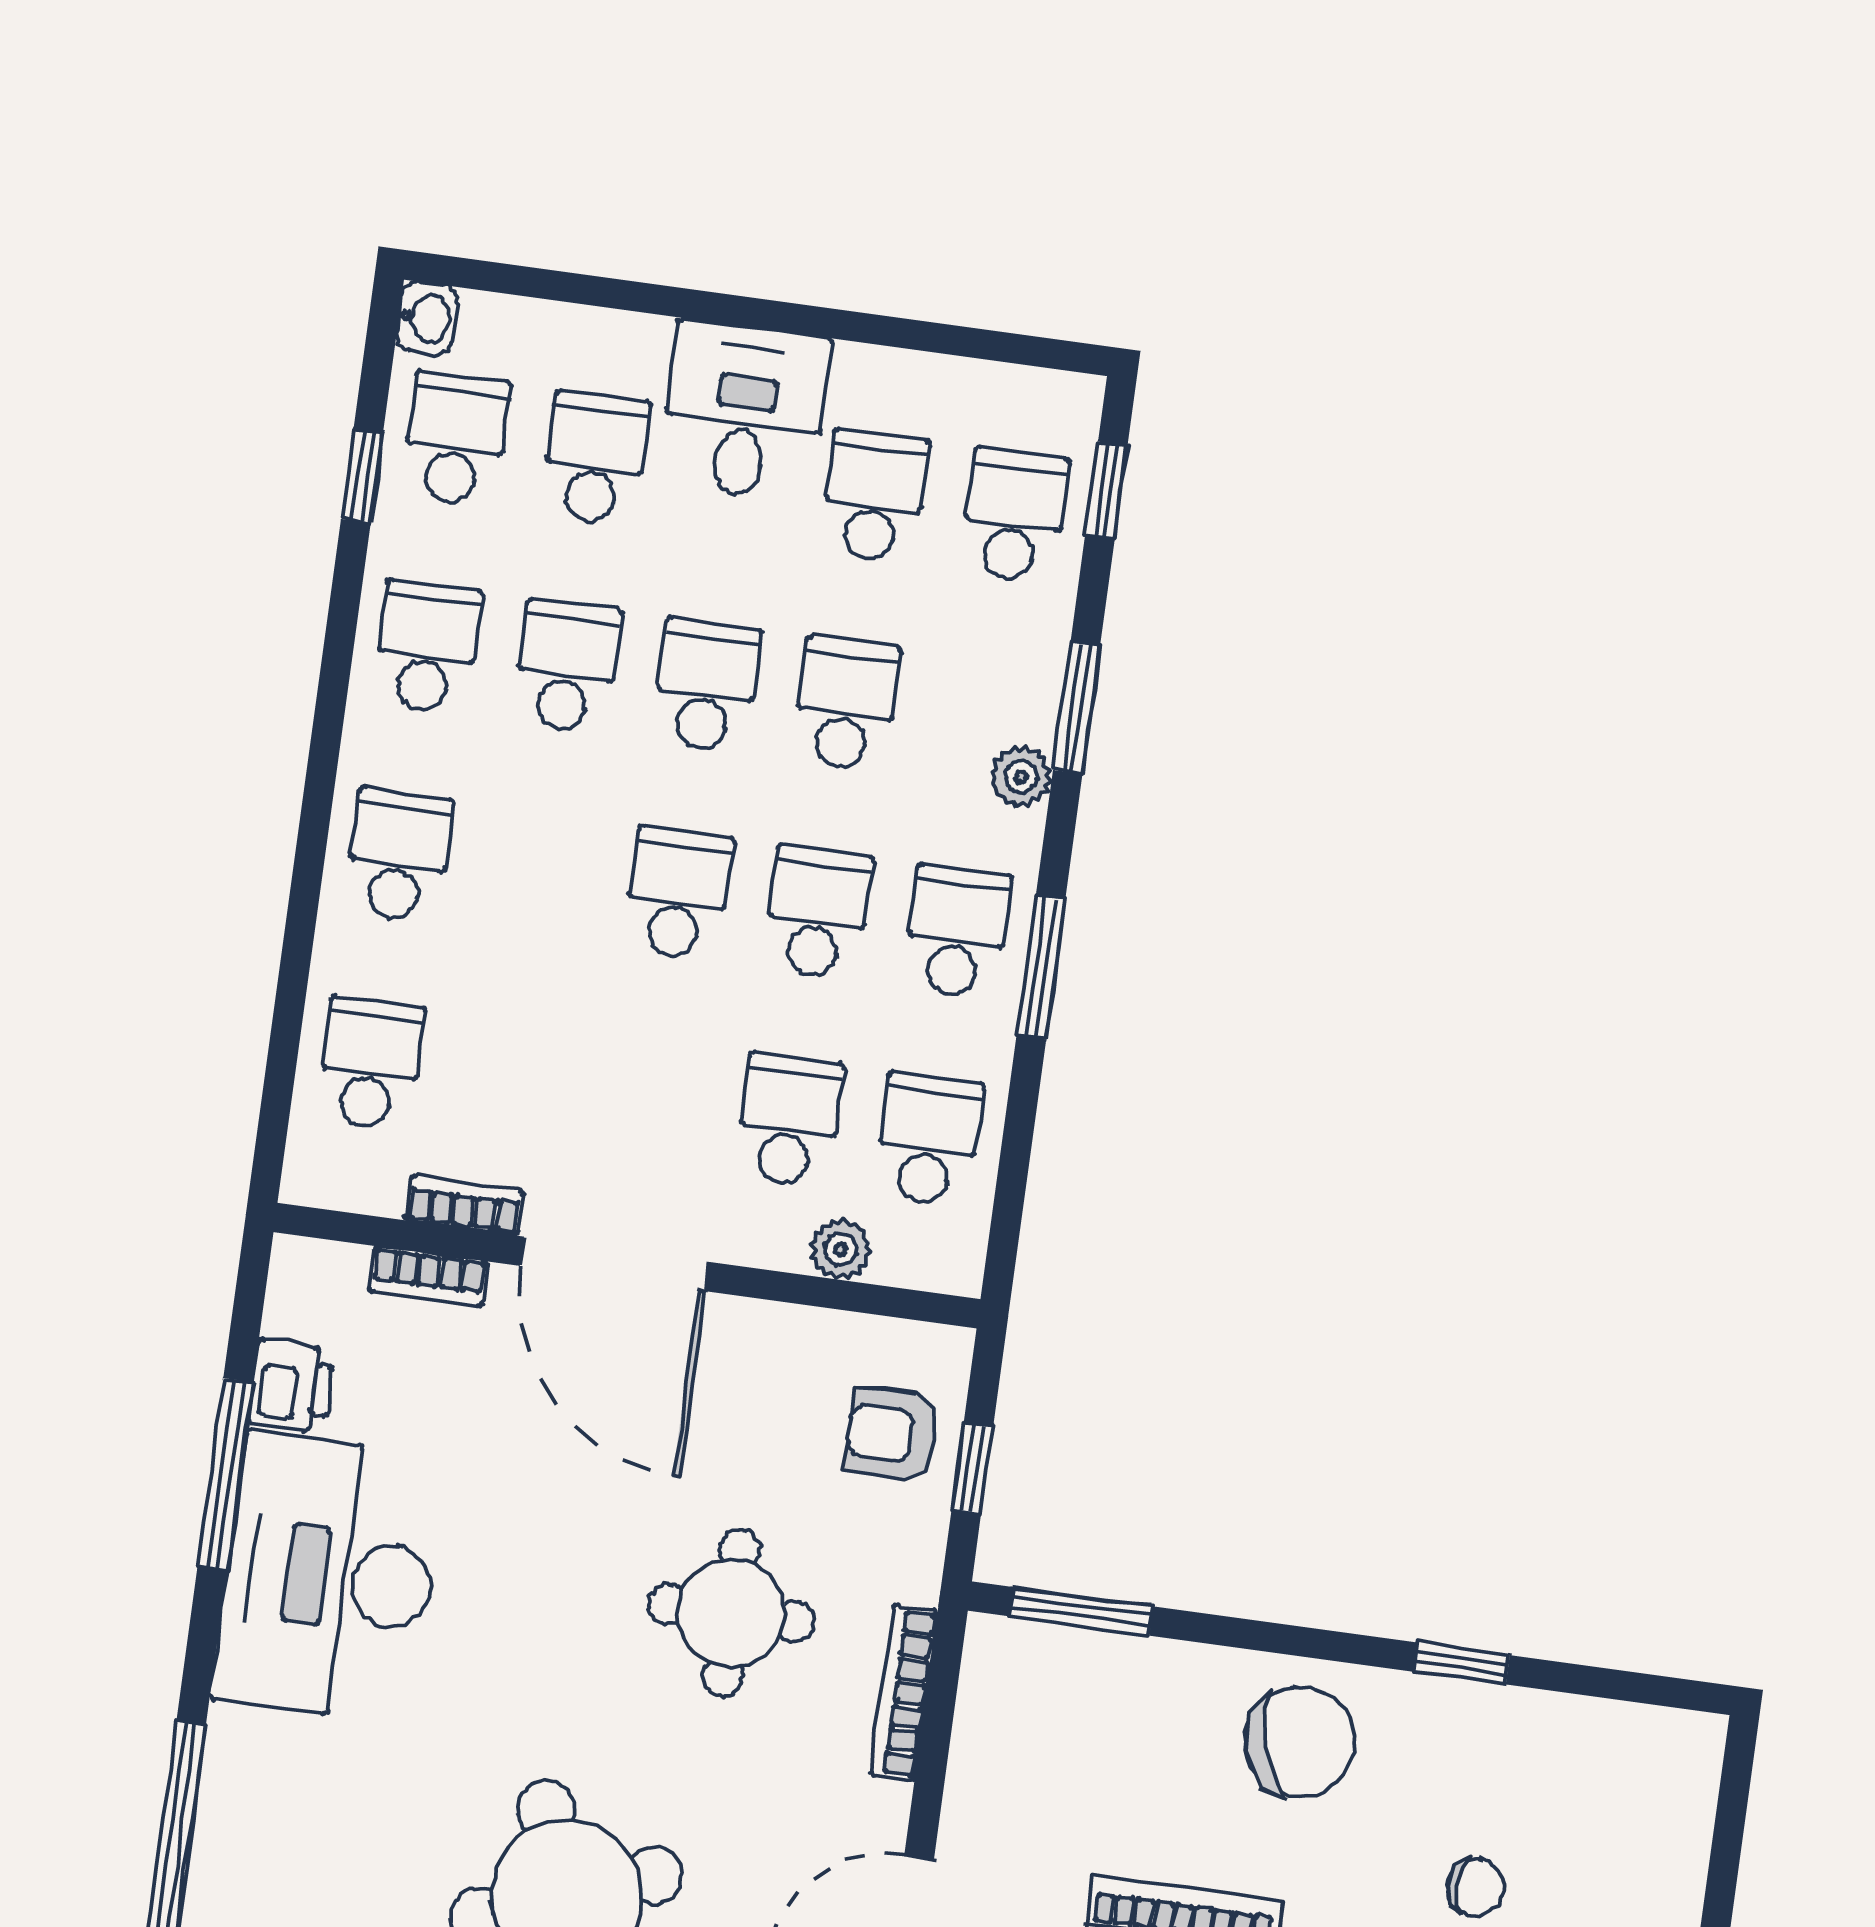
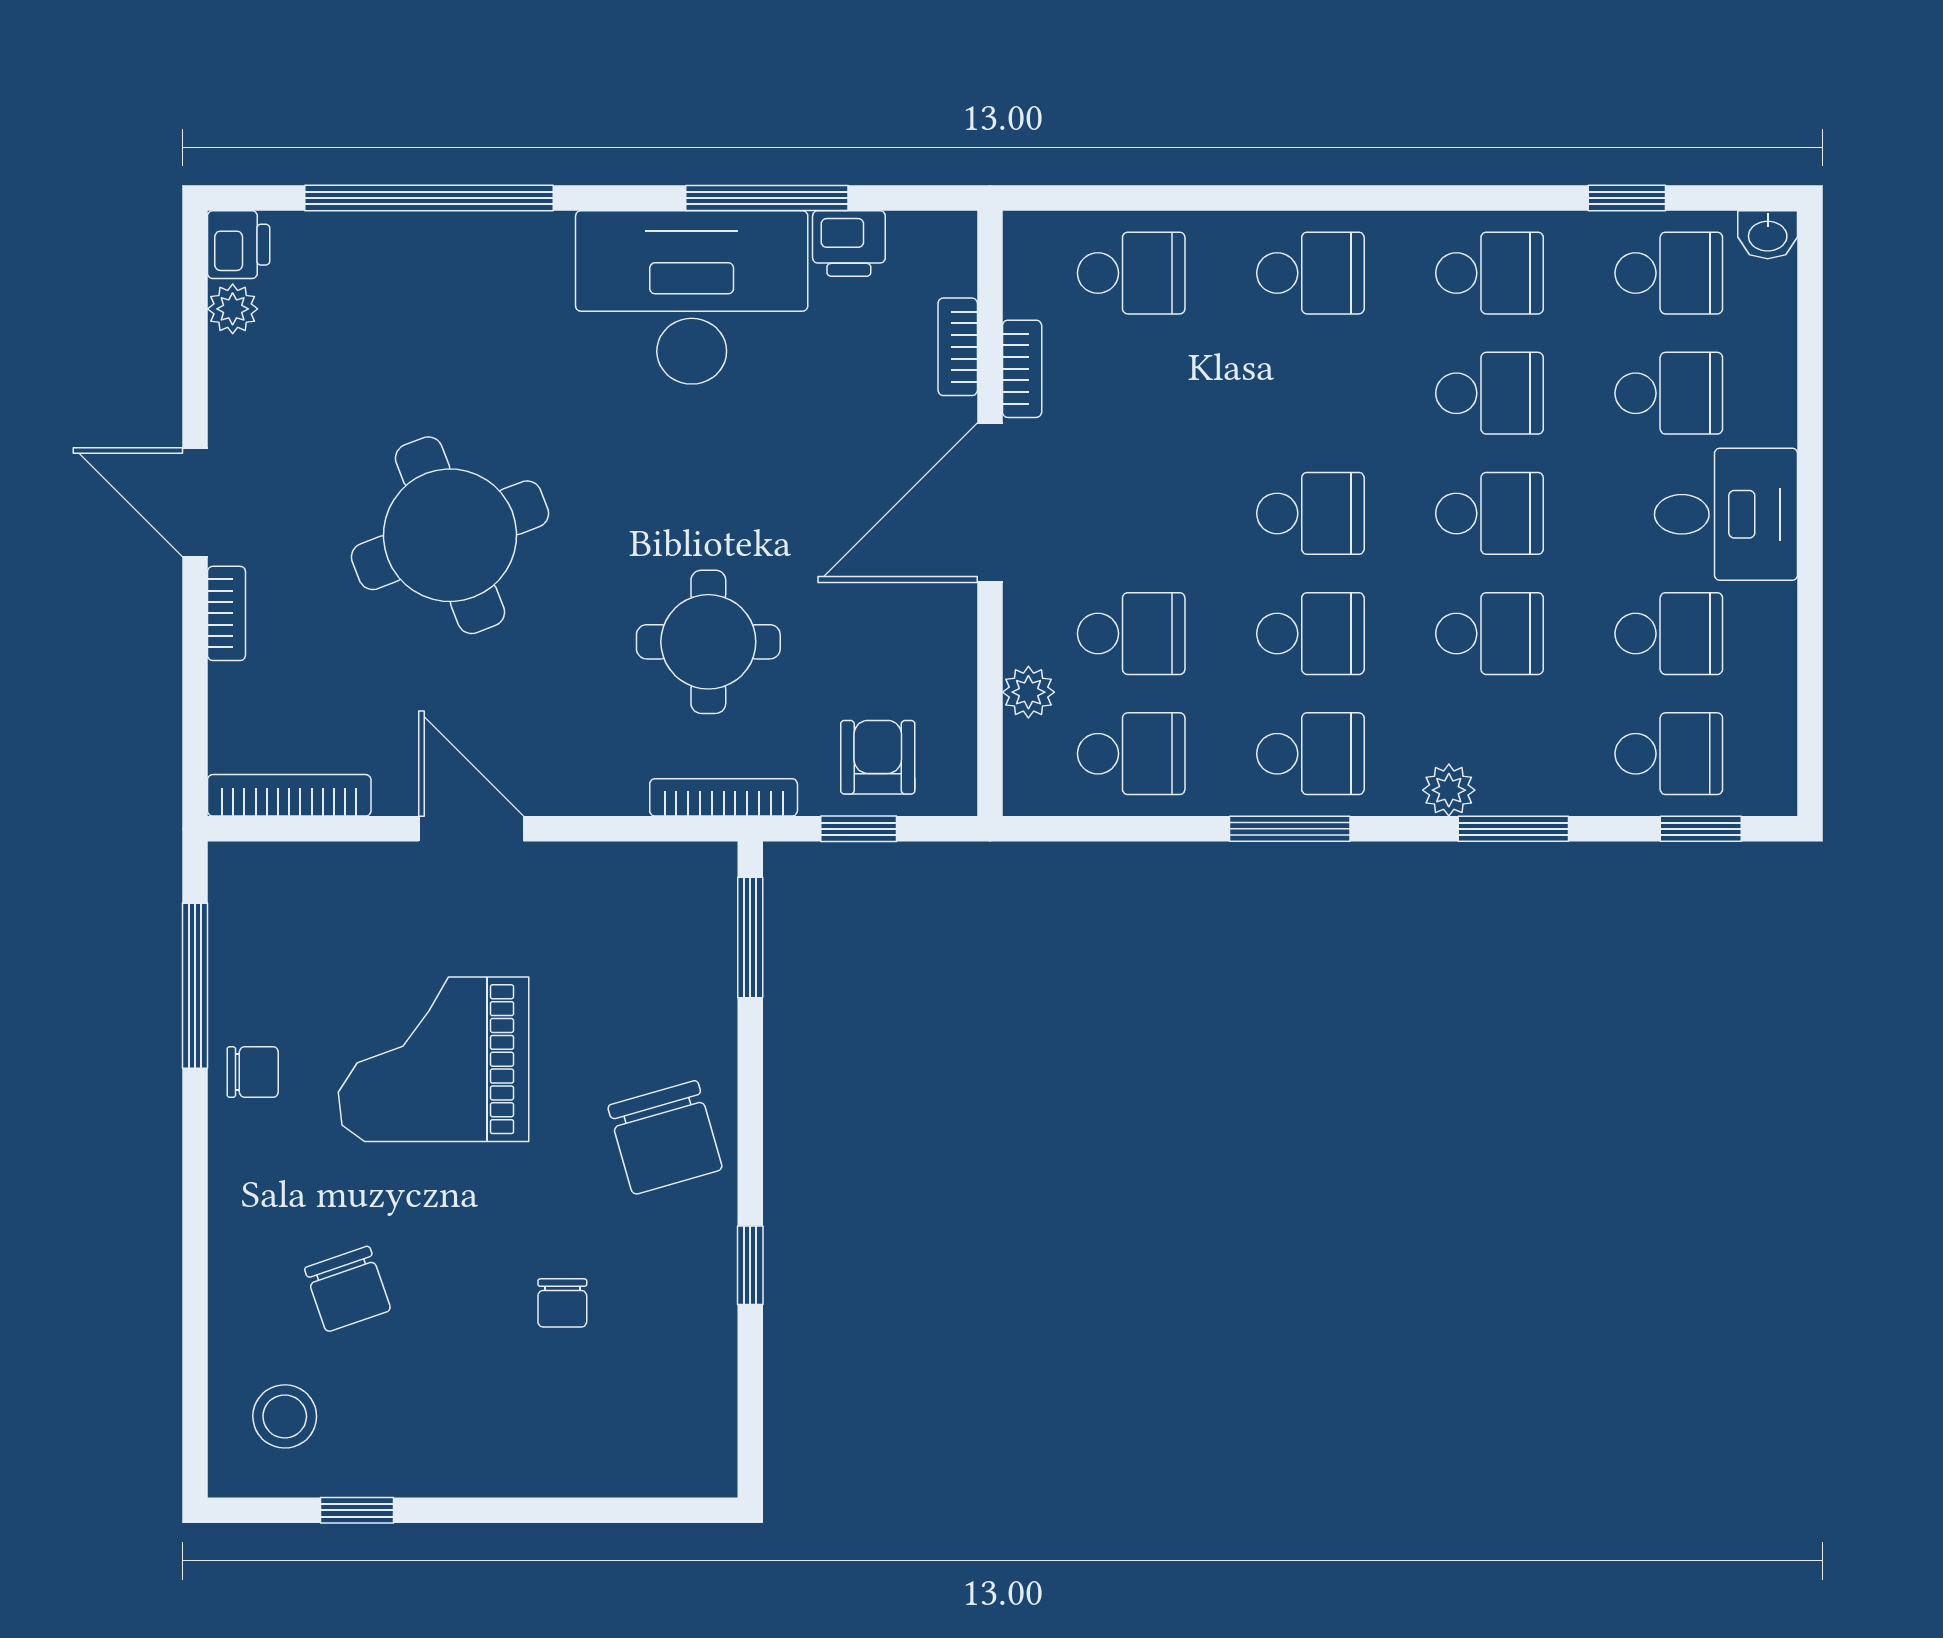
bookcase: (904, 1693) -> (724, 797), moved

